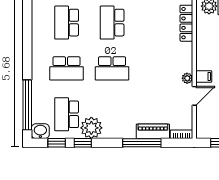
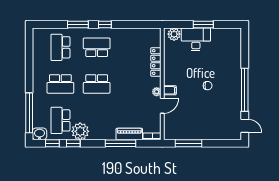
school desk: (112, 23) -> (97, 47), turned 90
locker: (186, 23) -> (156, 62), moved

